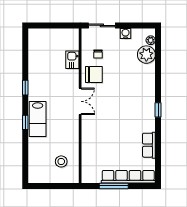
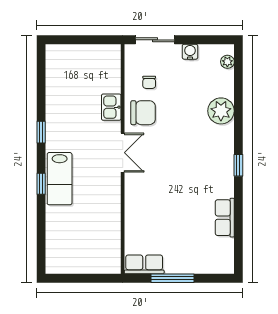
plant: (146, 55) -> (221, 111), moved
kitchen sink: (72, 60) -> (111, 107), moved
stool: (61, 161) -> (95, 242), removed
row of seats: (128, 177) -> (144, 264), moved, width x0.50

